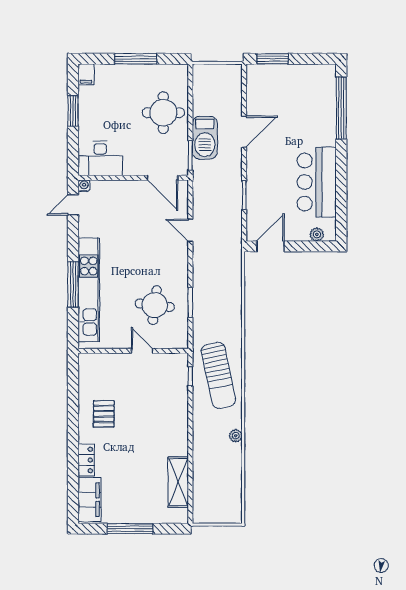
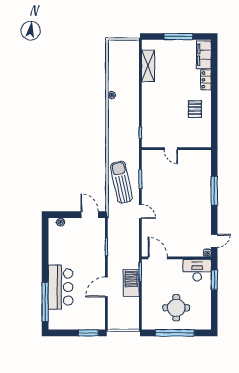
window: (136, 59) -> (175, 333), width x1.46
filing cabinet: (86, 74) -> (206, 323), removed
window: (73, 111) -> (214, 280), moved
round table: (163, 113) -> (176, 308), moved
bar counter: (317, 182) -> (61, 287), moved
door: (190, 230) -> (140, 212), moved
door: (270, 246) -> (90, 215), swing flipped
kitchen unit: (89, 290) -> (204, 187), removed
round table: (155, 305) -> (163, 177), removed
sun lounger: (218, 375) -> (121, 182), moved

